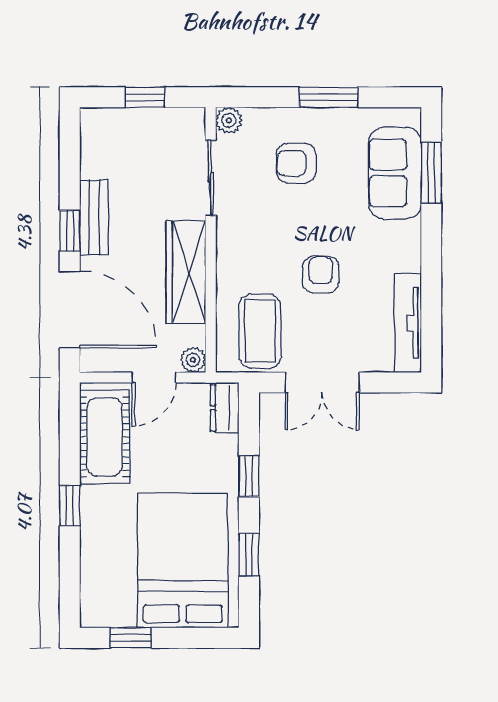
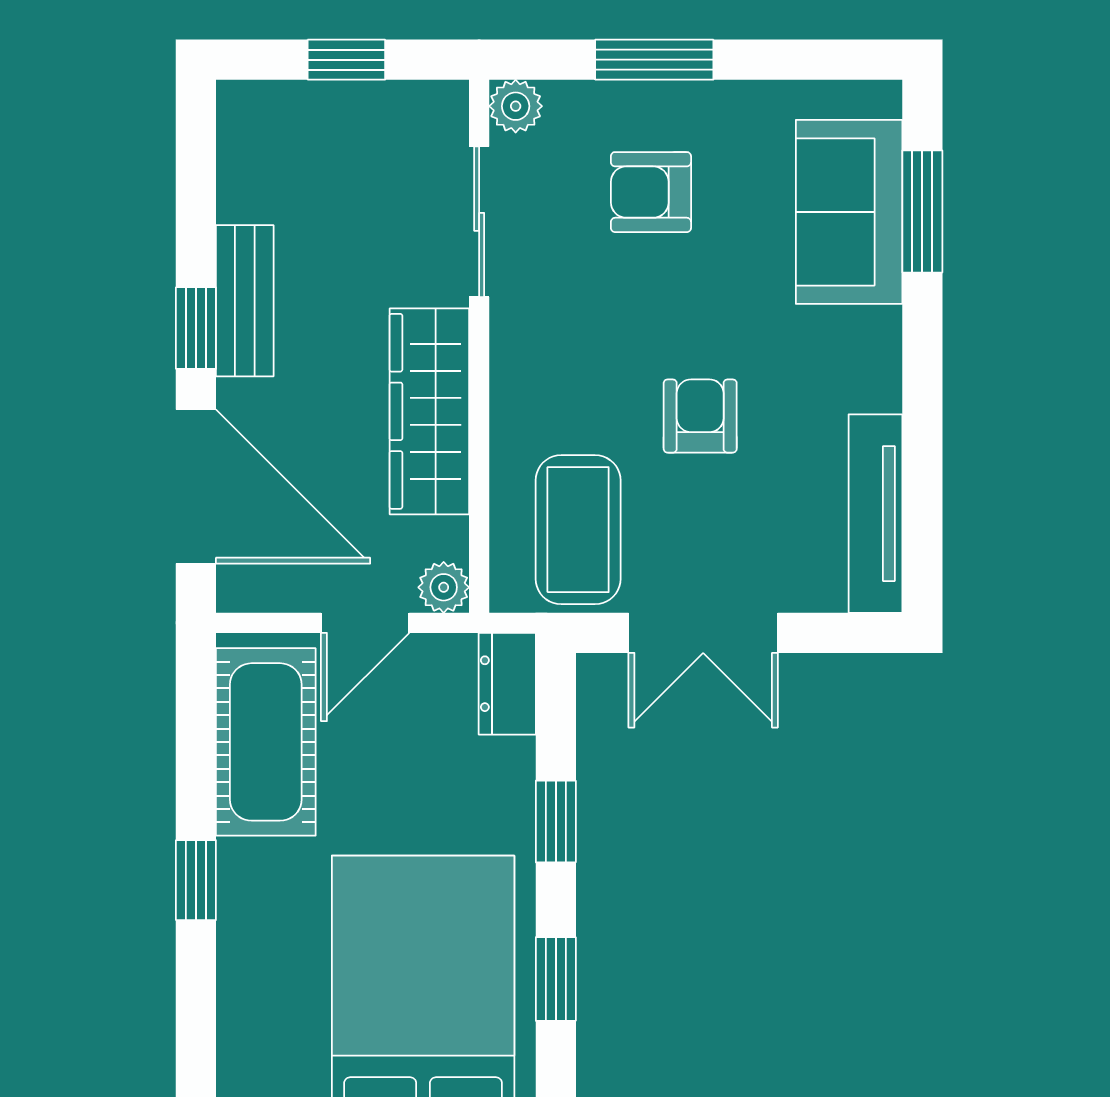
window: (329, 97) -> (654, 60), moved

